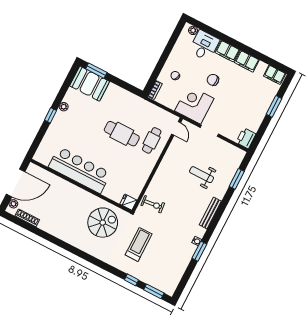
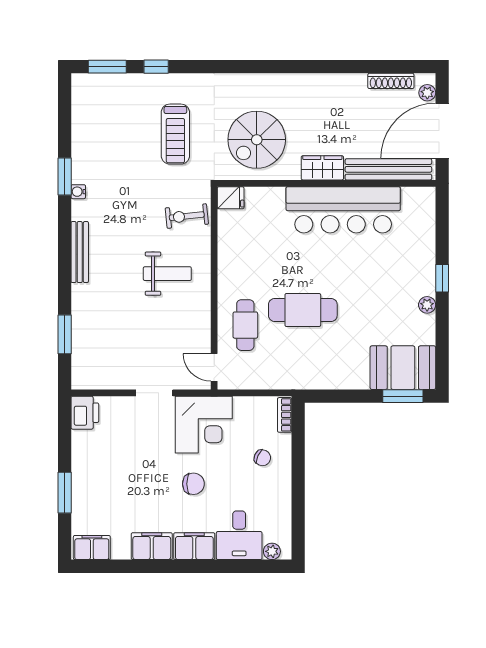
weight bench: (202, 175) -> (167, 274), moved
bench: (49, 178) -> (388, 169), added
wardrobe: (79, 194) -> (322, 168), added

